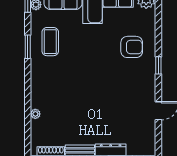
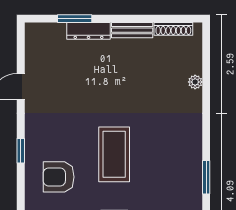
coffee table: (50, 42) -> (114, 154), moved, width x1.36, depth x1.32

